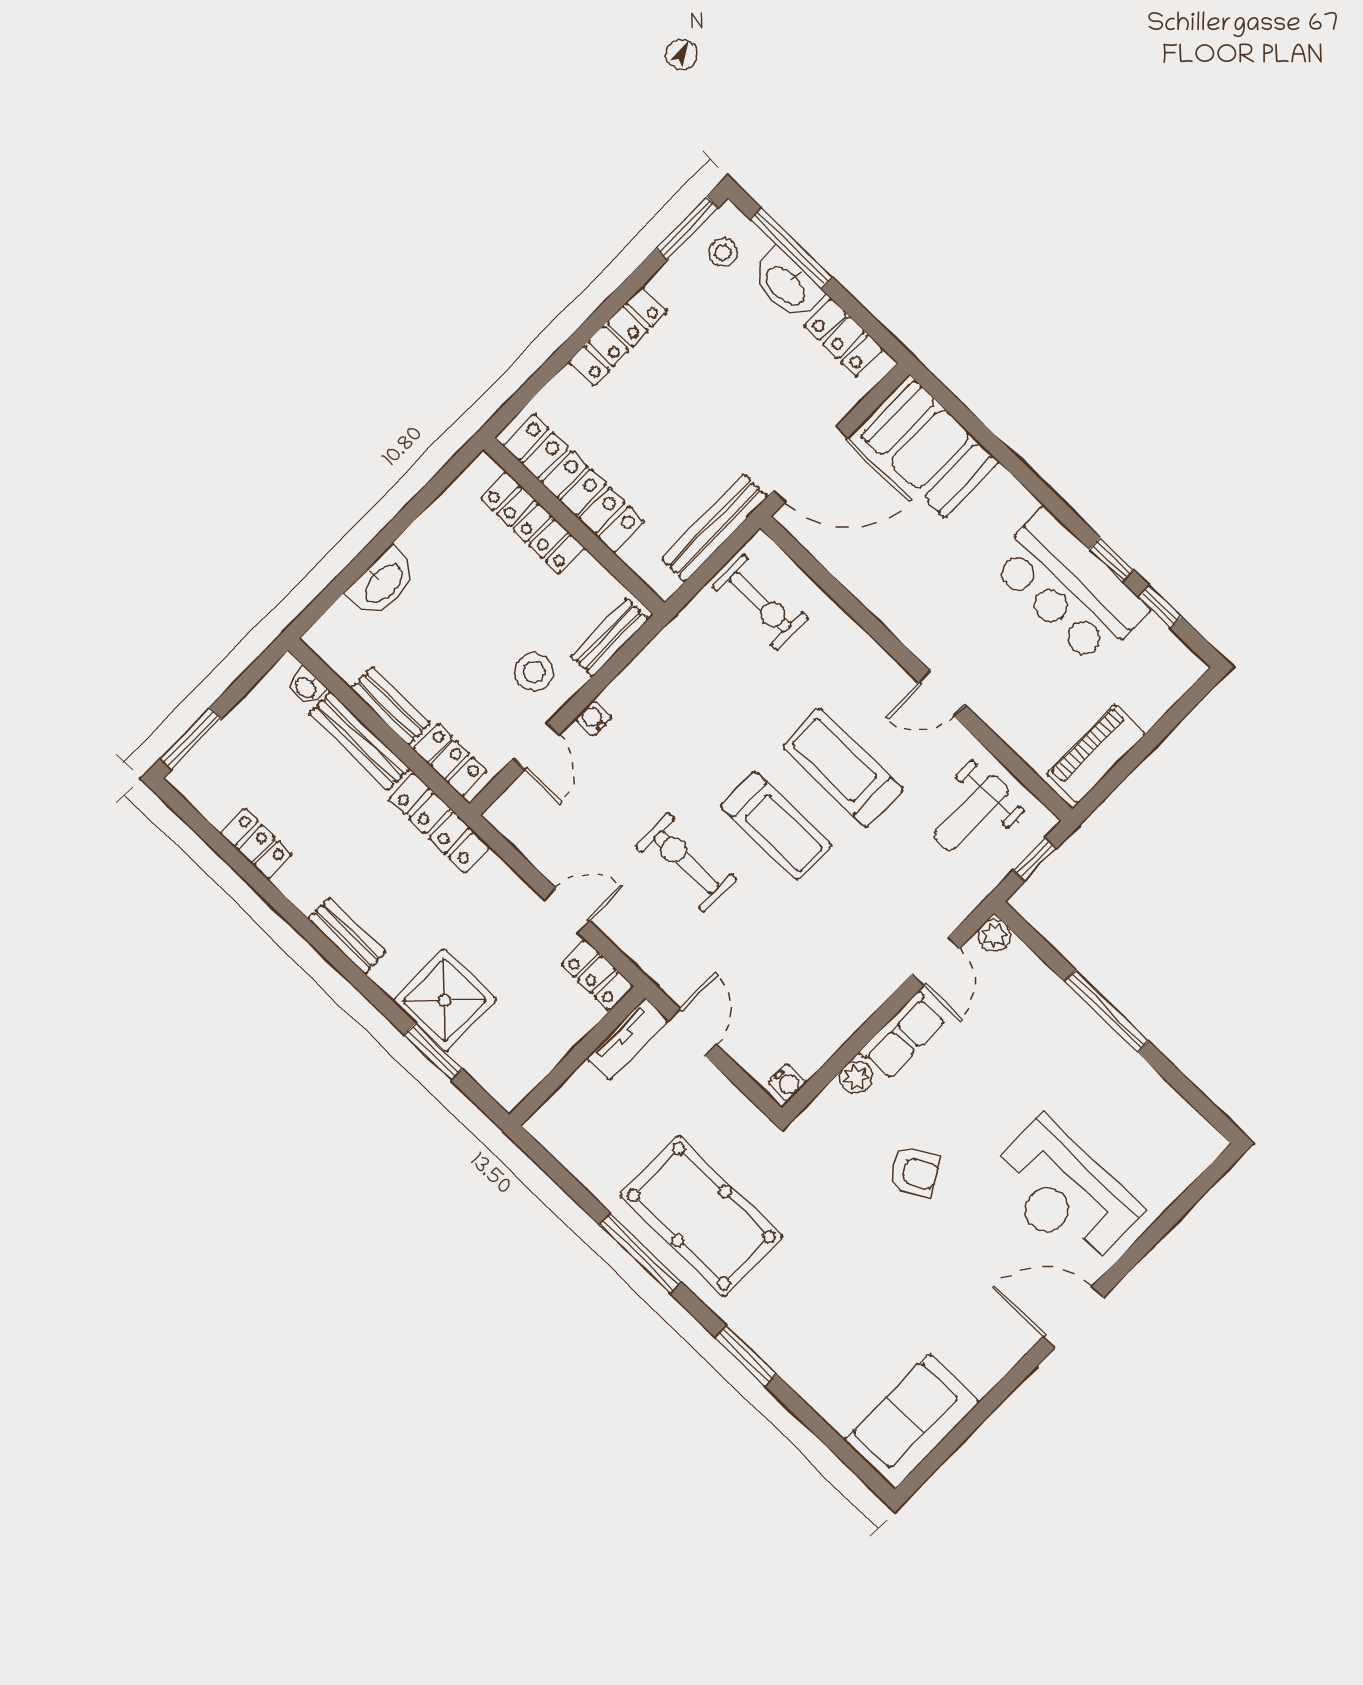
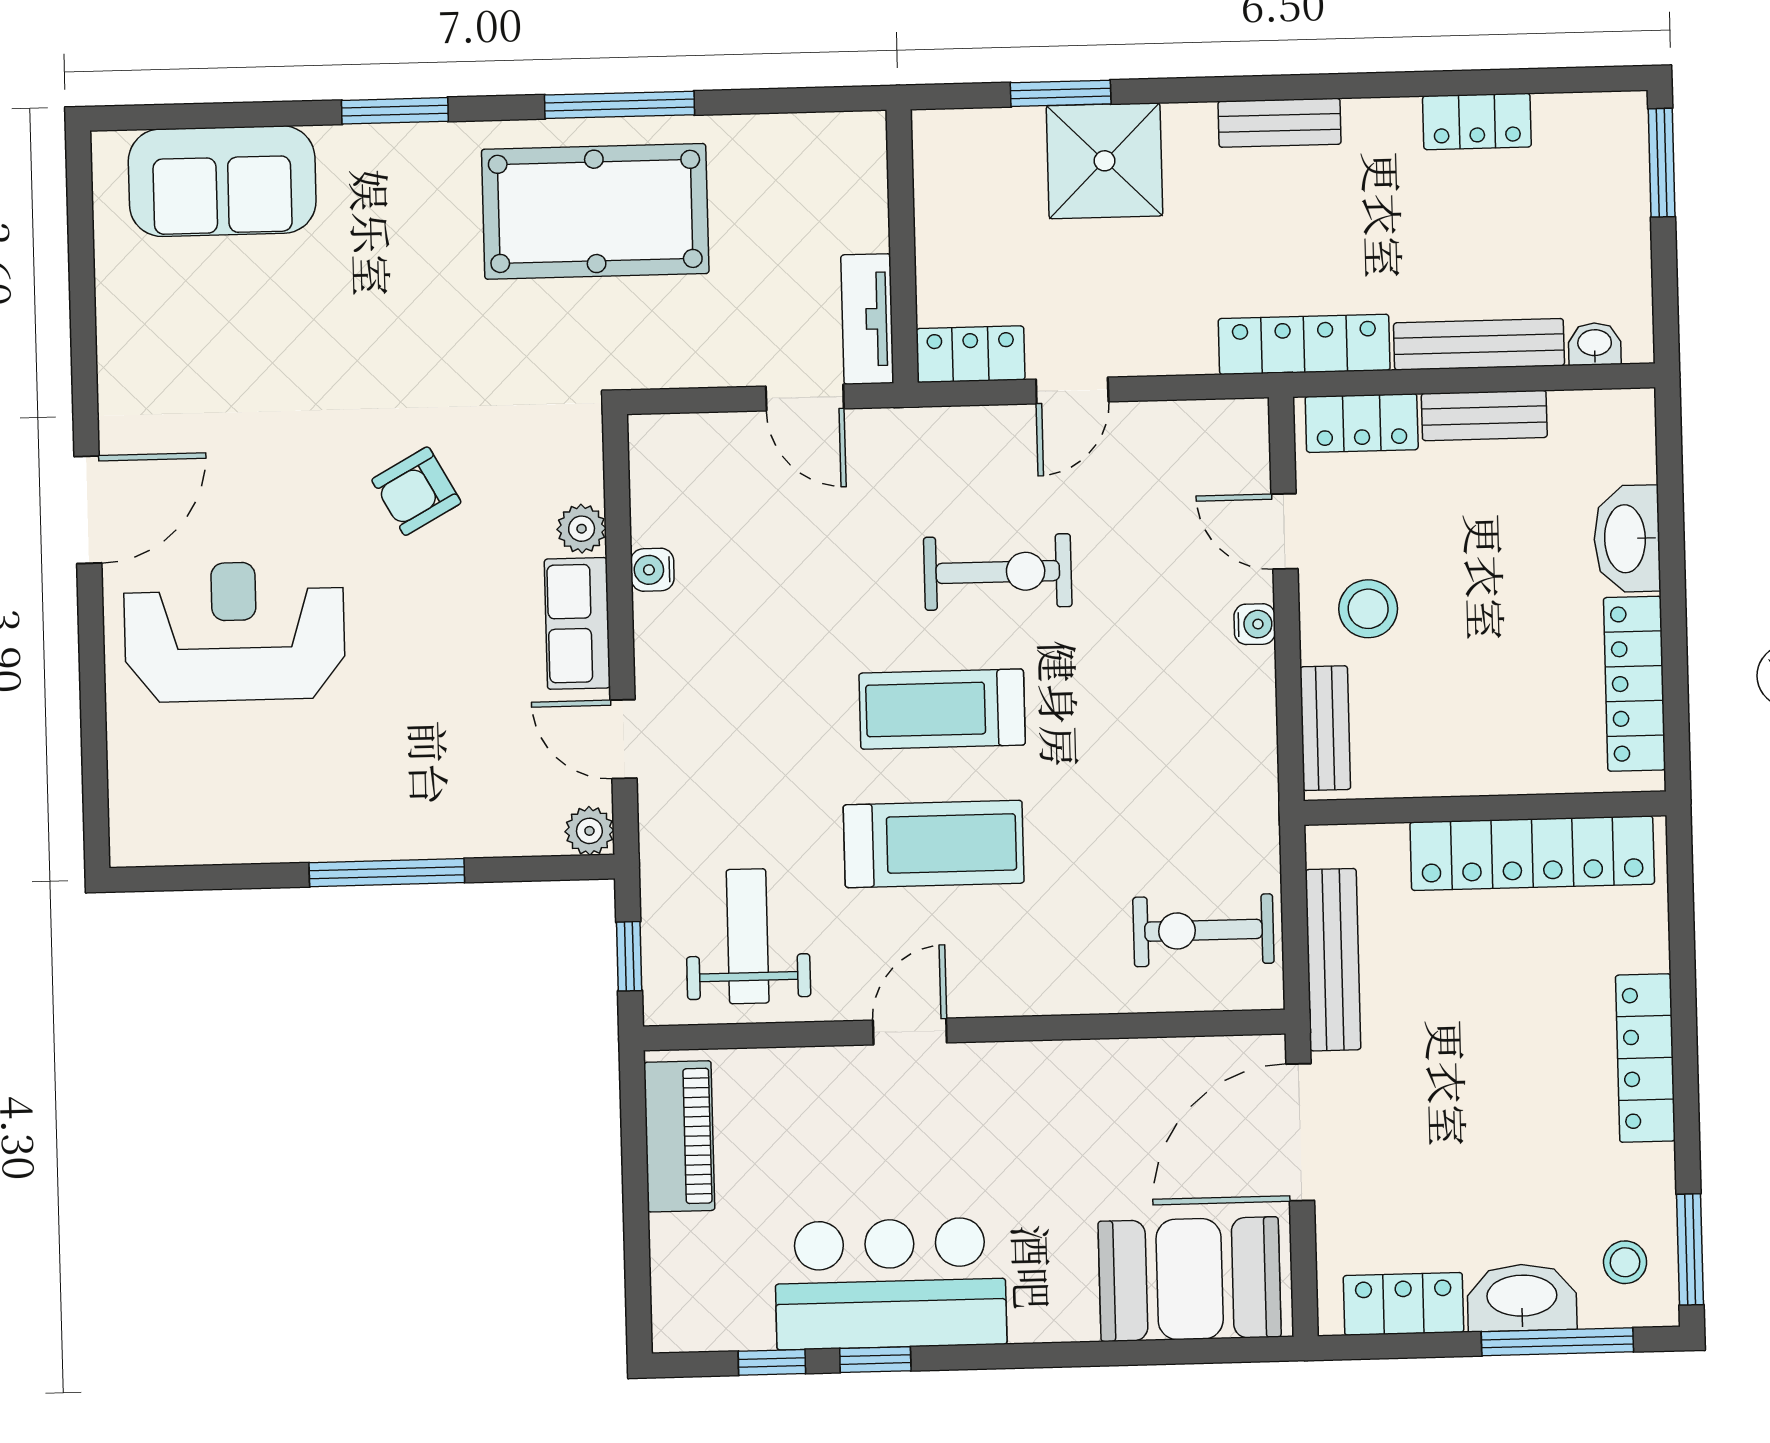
locker: (532, 523) -> (1635, 684), moved, turned -90
water cooler: (787, 1083) -> (652, 570), moved
sofa: (912, 1421) -> (222, 181), moved, turned 90

